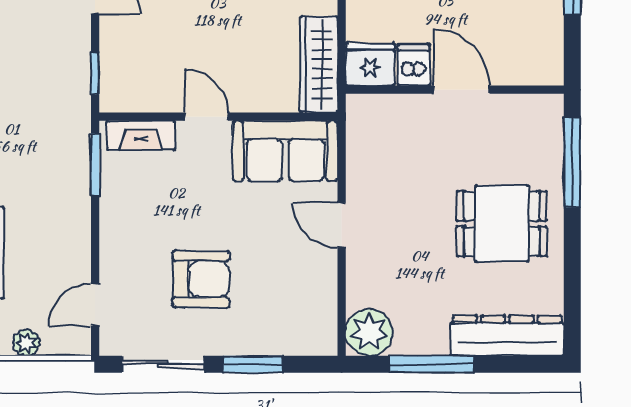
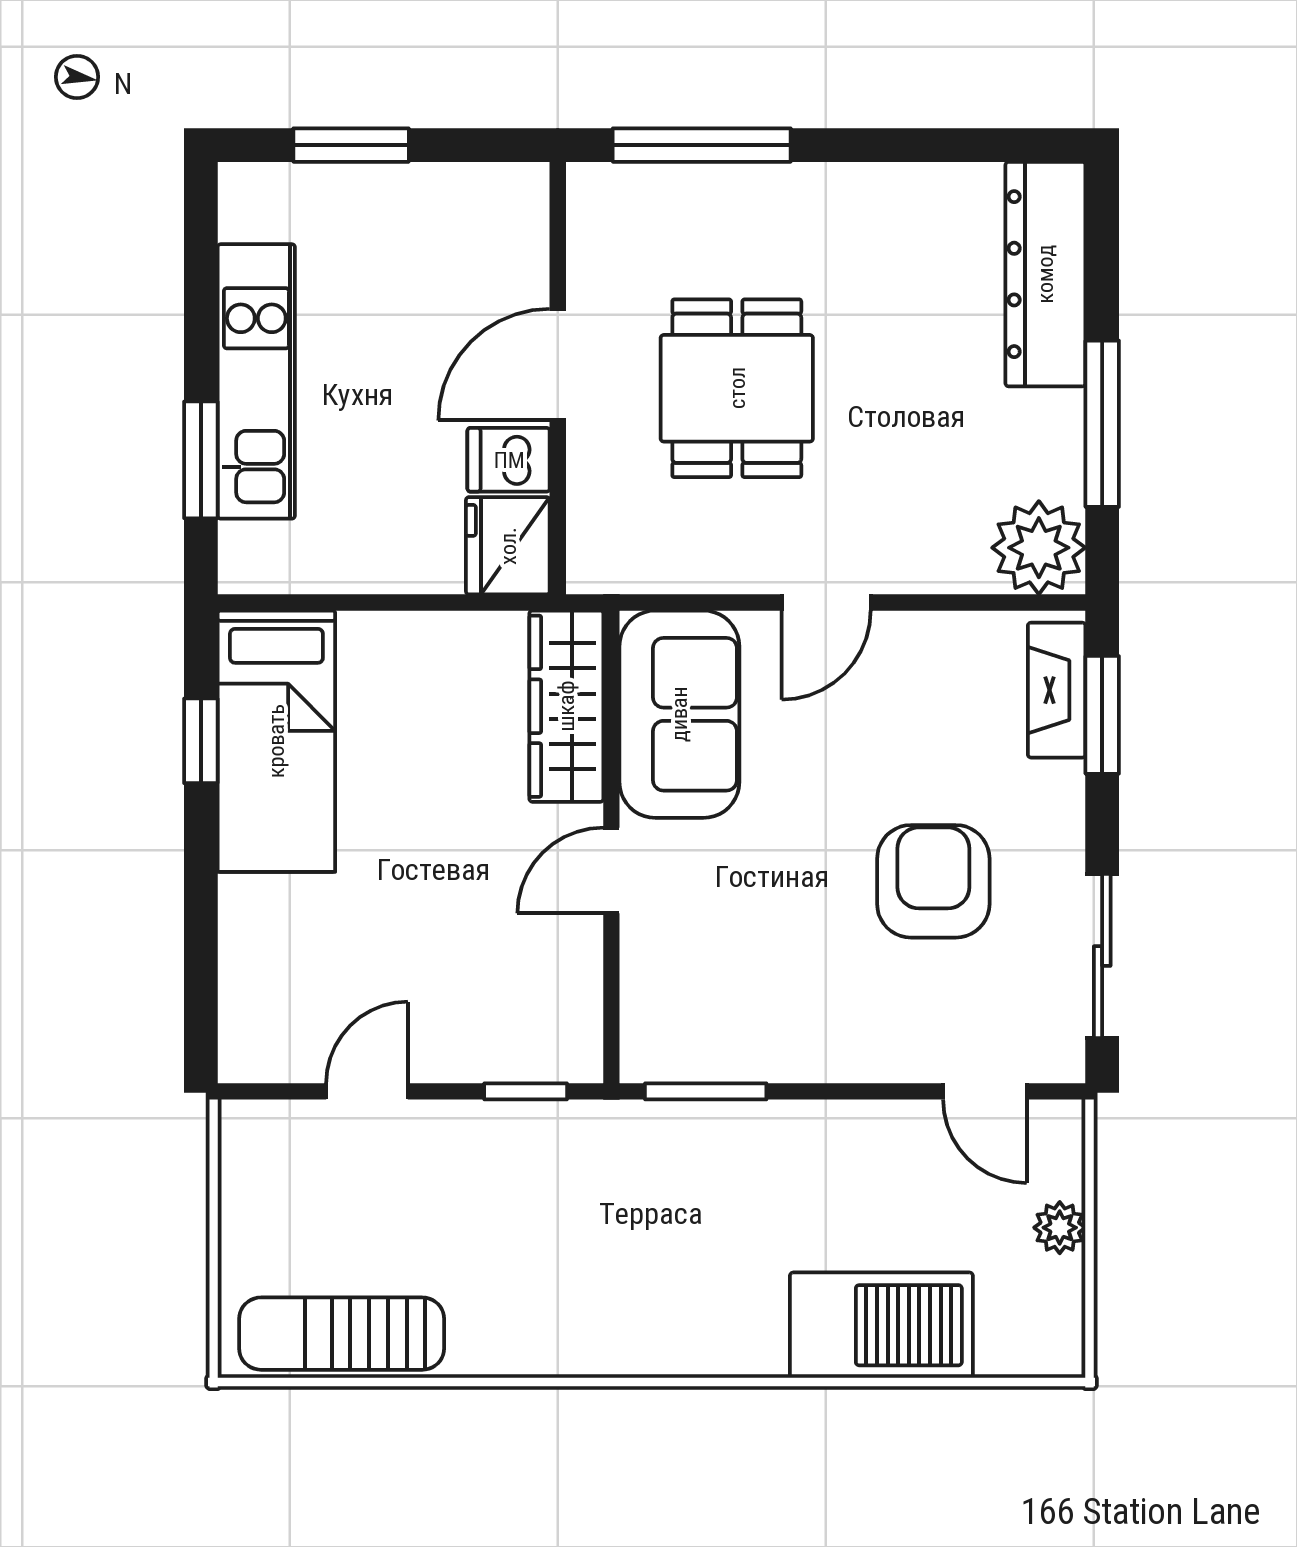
wardrobe: (319, 64) -> (566, 706), moved, turned 90
fireplace: (141, 135) -> (1057, 690), moved, turned 180
dining table: (502, 224) -> (737, 388), moved
window: (253, 364) -> (1102, 715), moved

